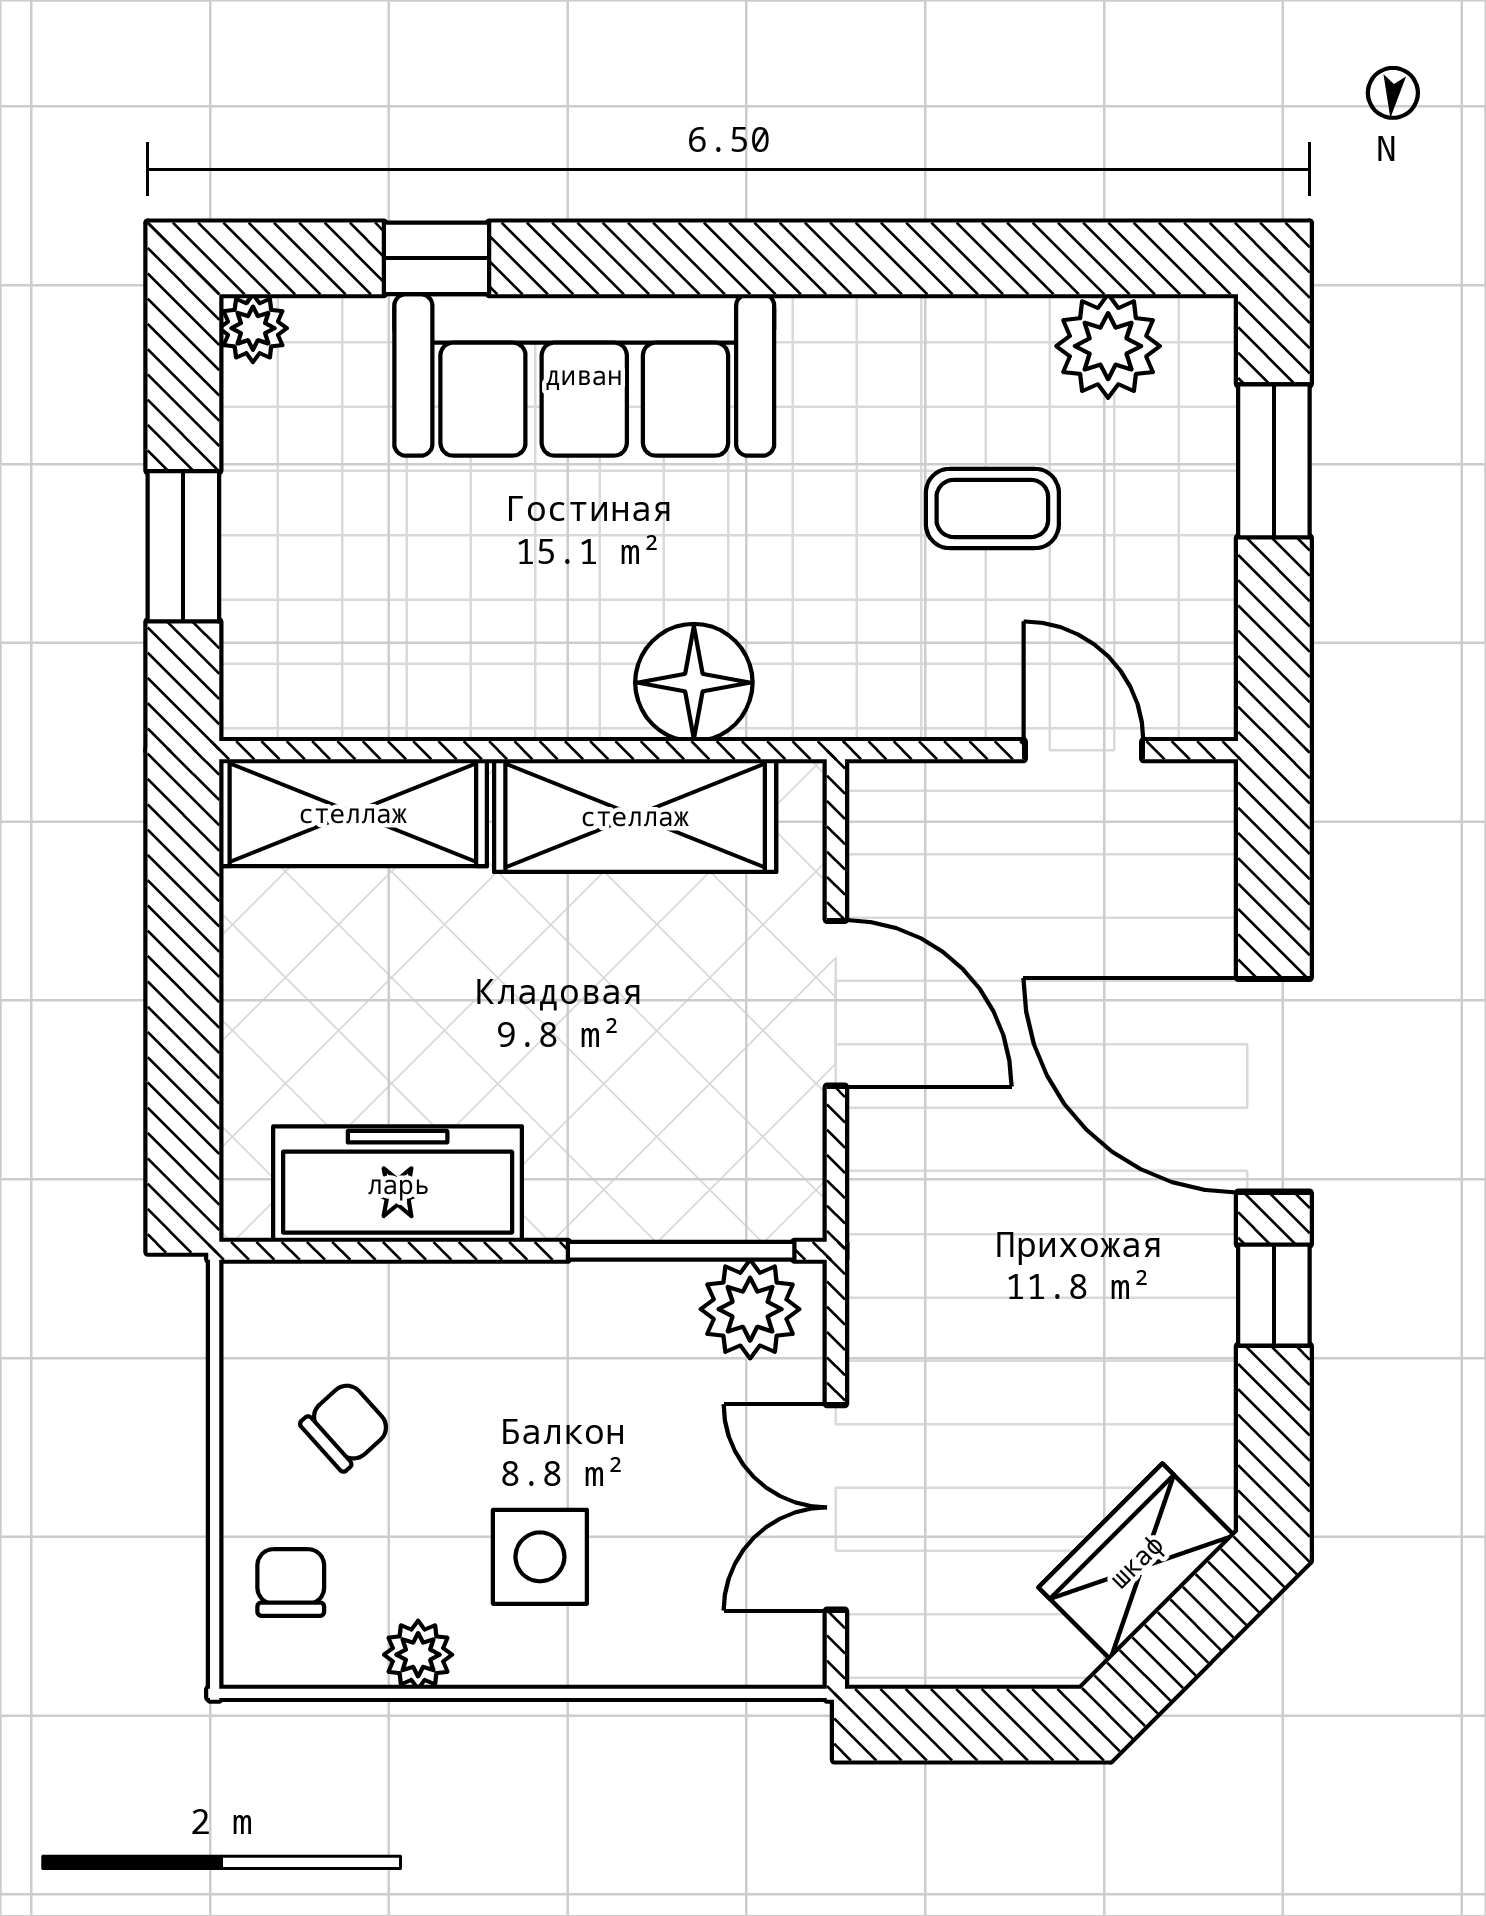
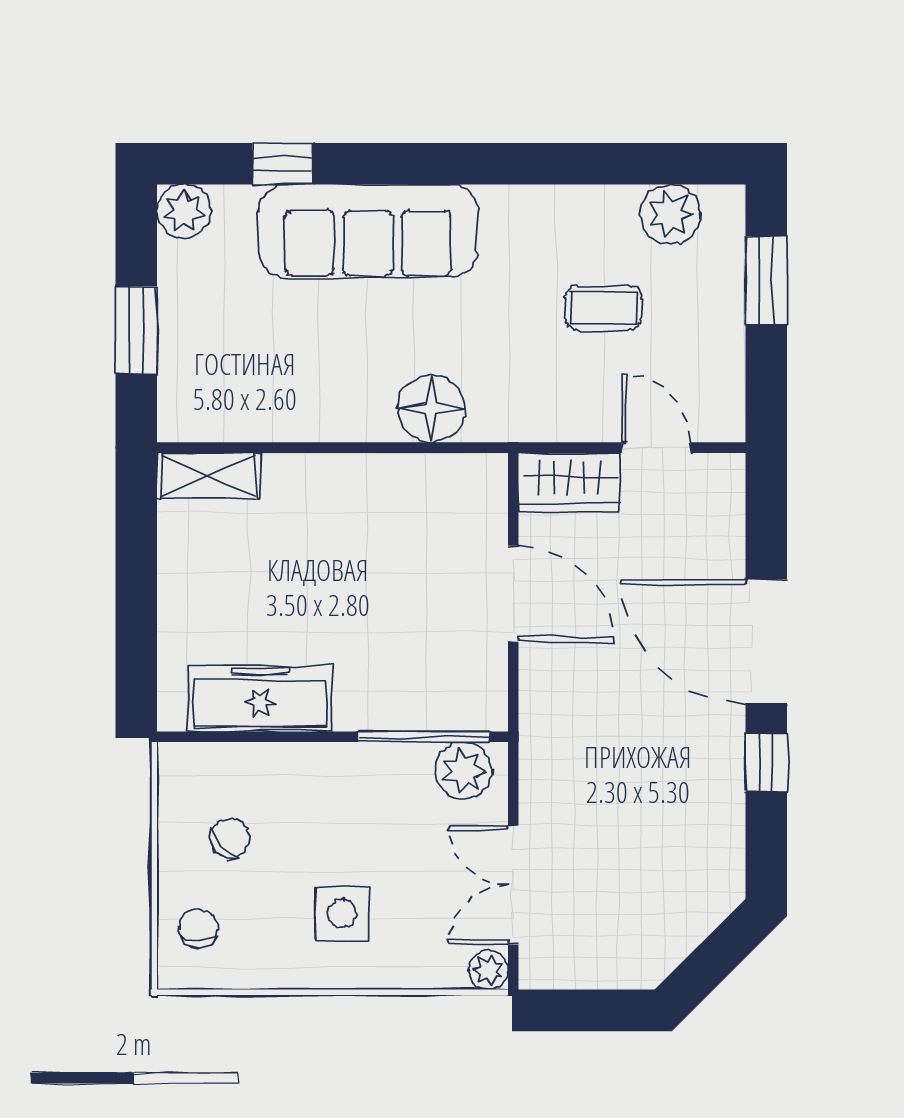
plant: (253, 328) -> (184, 211), width x1.38, depth x1.38
shelving: (353, 813) -> (209, 476), width x0.67, depth x0.75
shelving: (635, 816) -> (397, 485), removed
wardrobe: (1136, 1561) -> (569, 482), moved, turned -135
plant: (418, 1655) -> (488, 970), moved

